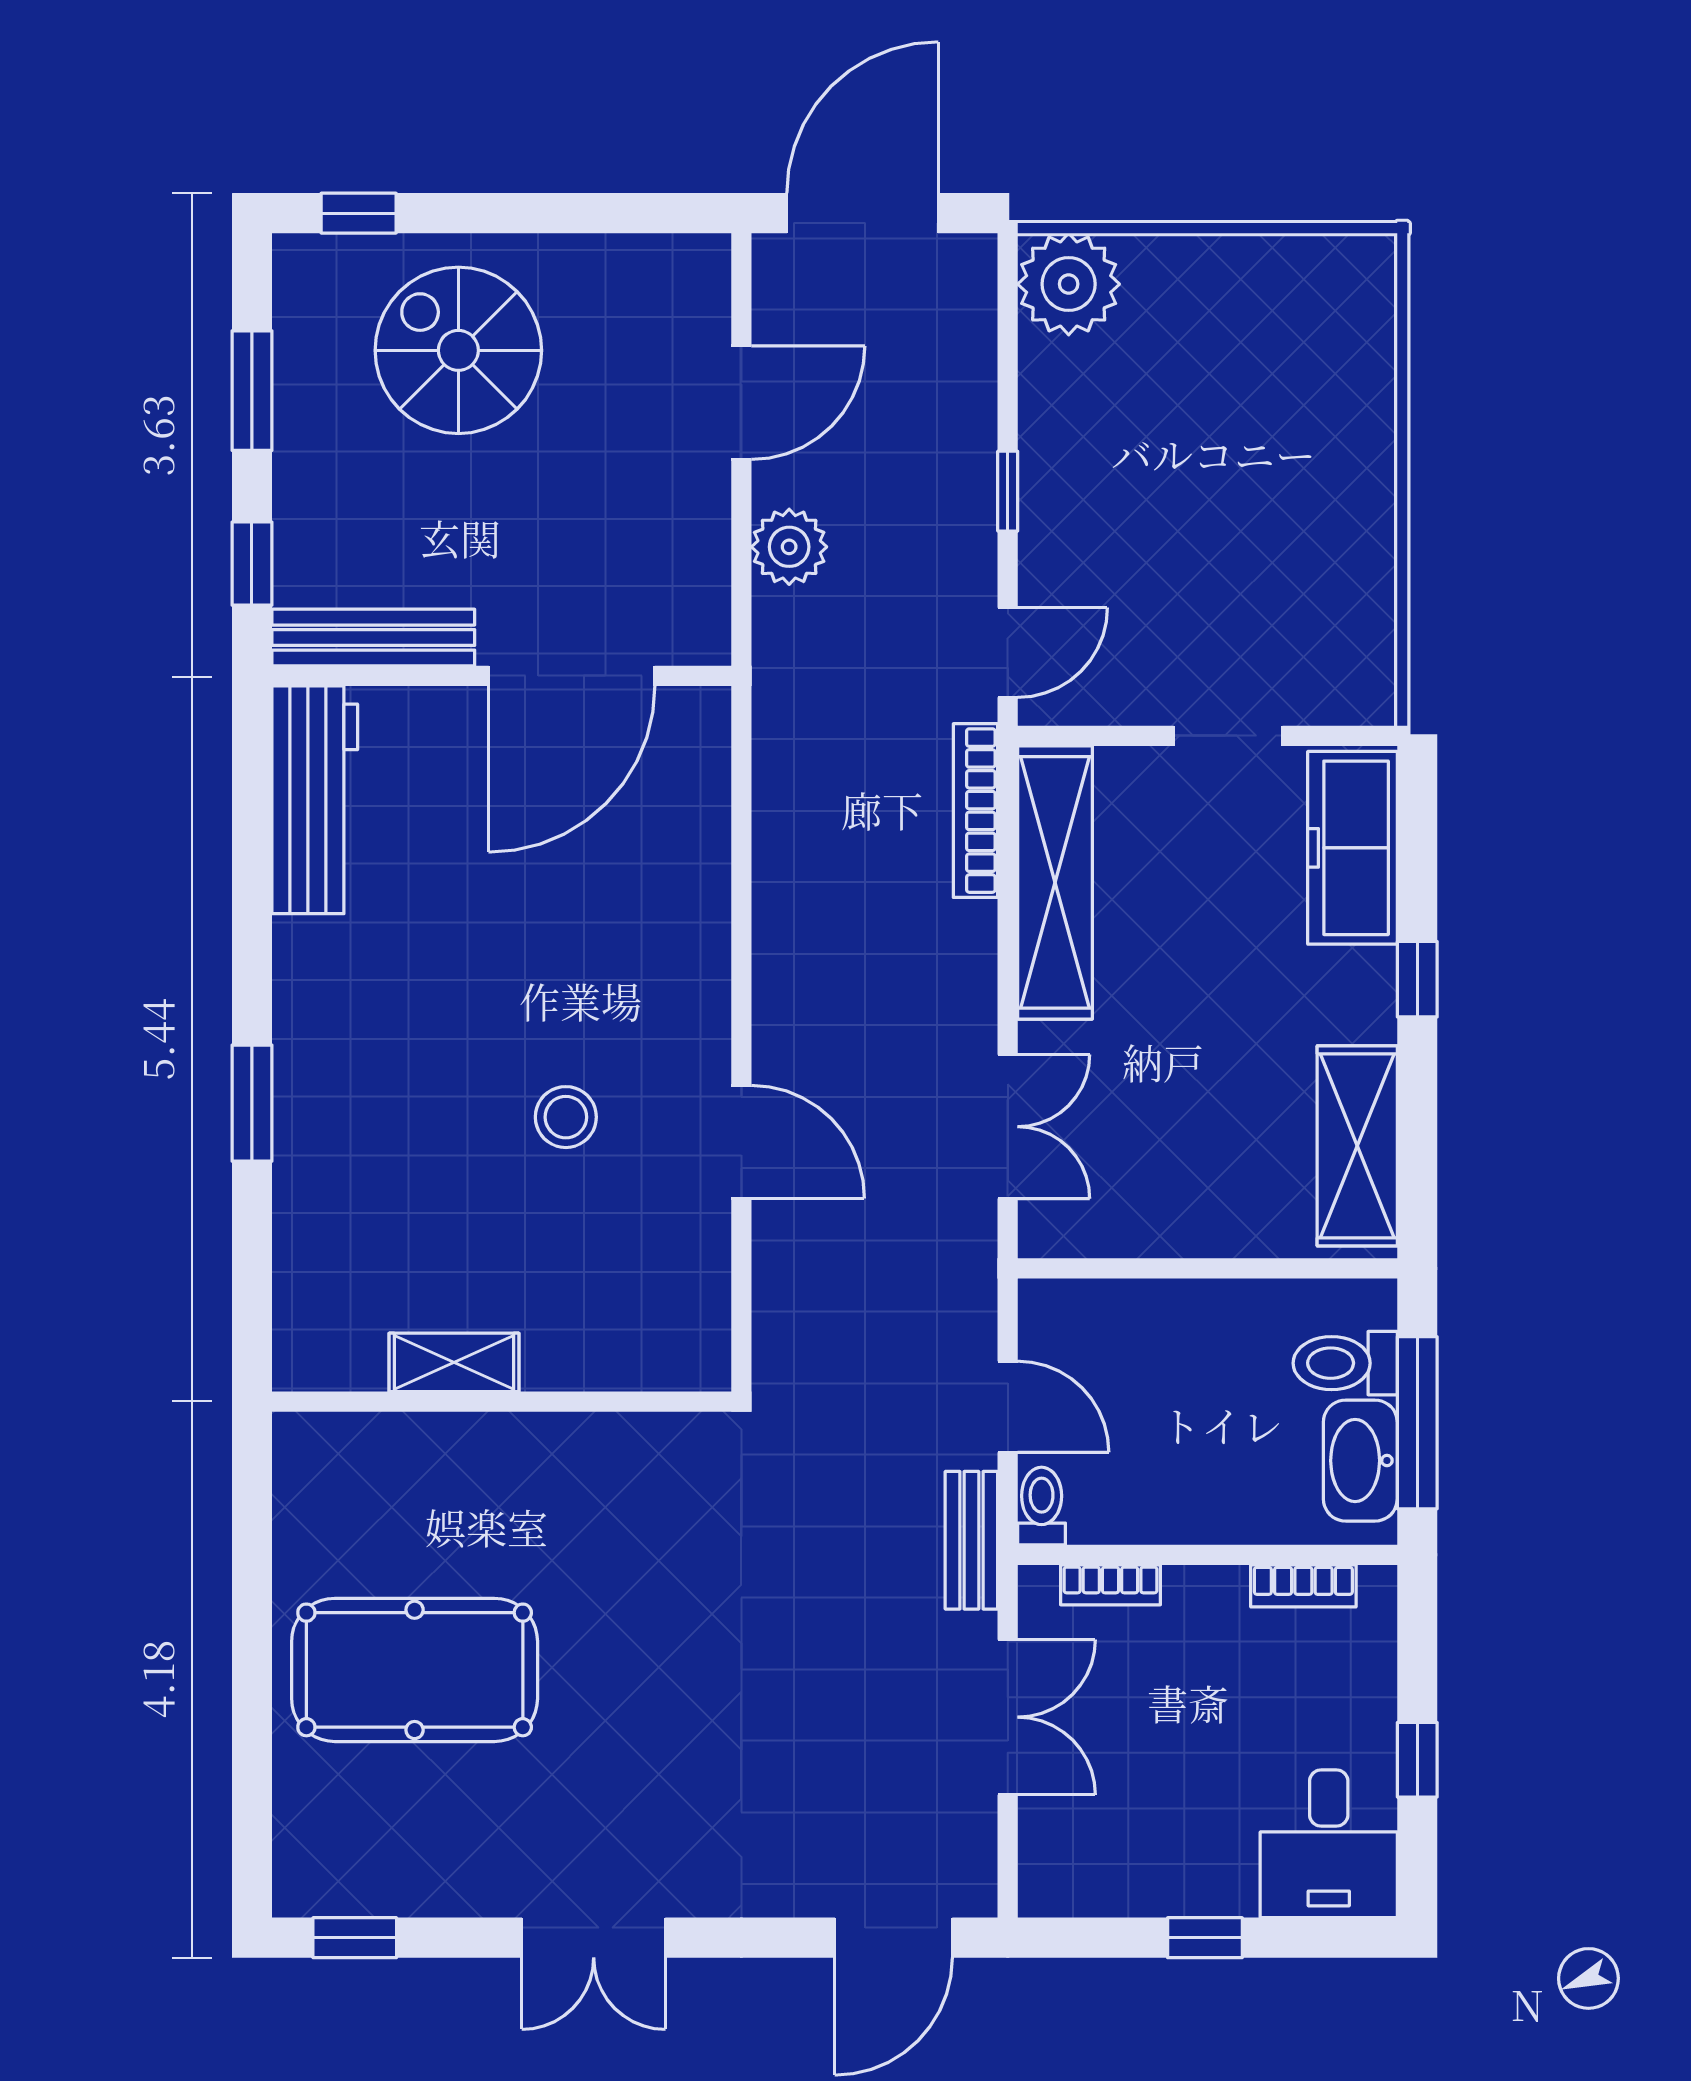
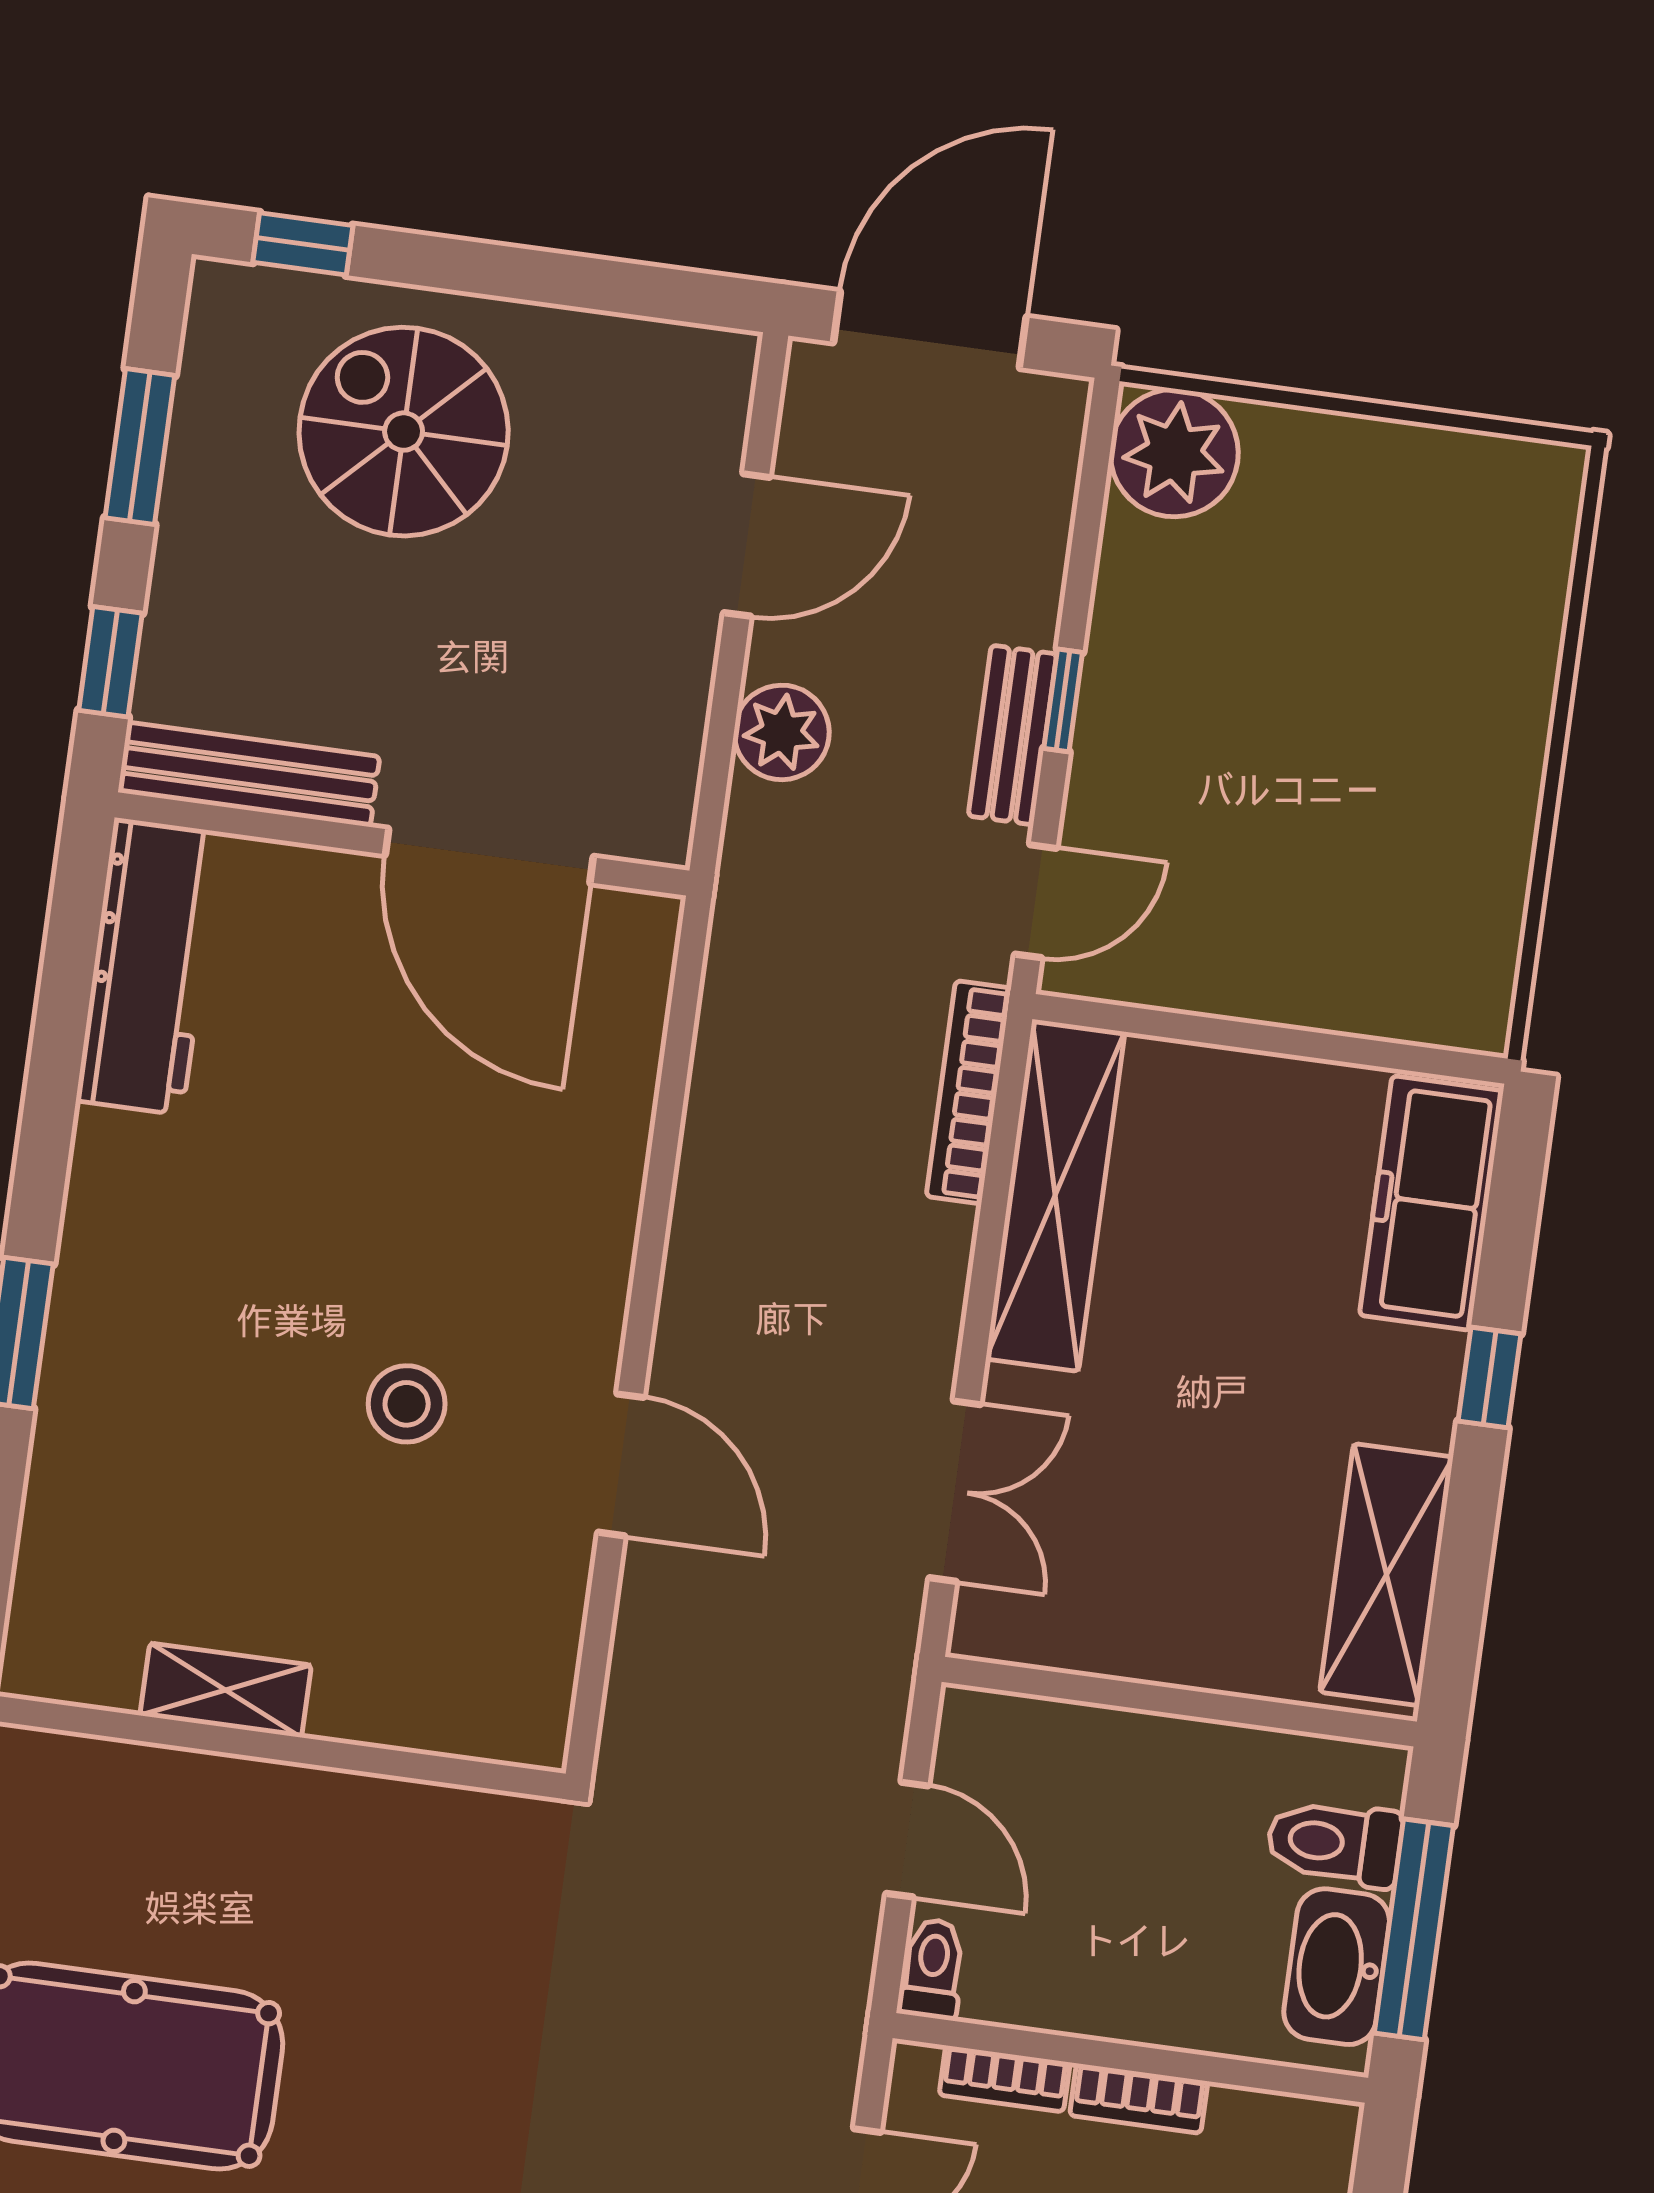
door: (572, 676) -> (489, 856), hinge flipped
doorway: (1228, 736) -> (1296, 1042), removed
bench: (971, 1540) -> (1012, 735), moved
bookcase: (1303, 1586) -> (1139, 2098), moved

